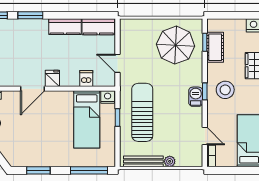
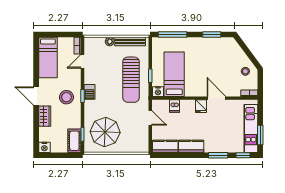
cot: (215, 47) -> (74, 141), moved
door: (32, 89) -> (216, 98), hinge flipped
door: (205, 136) -> (82, 61), hinge flipped

